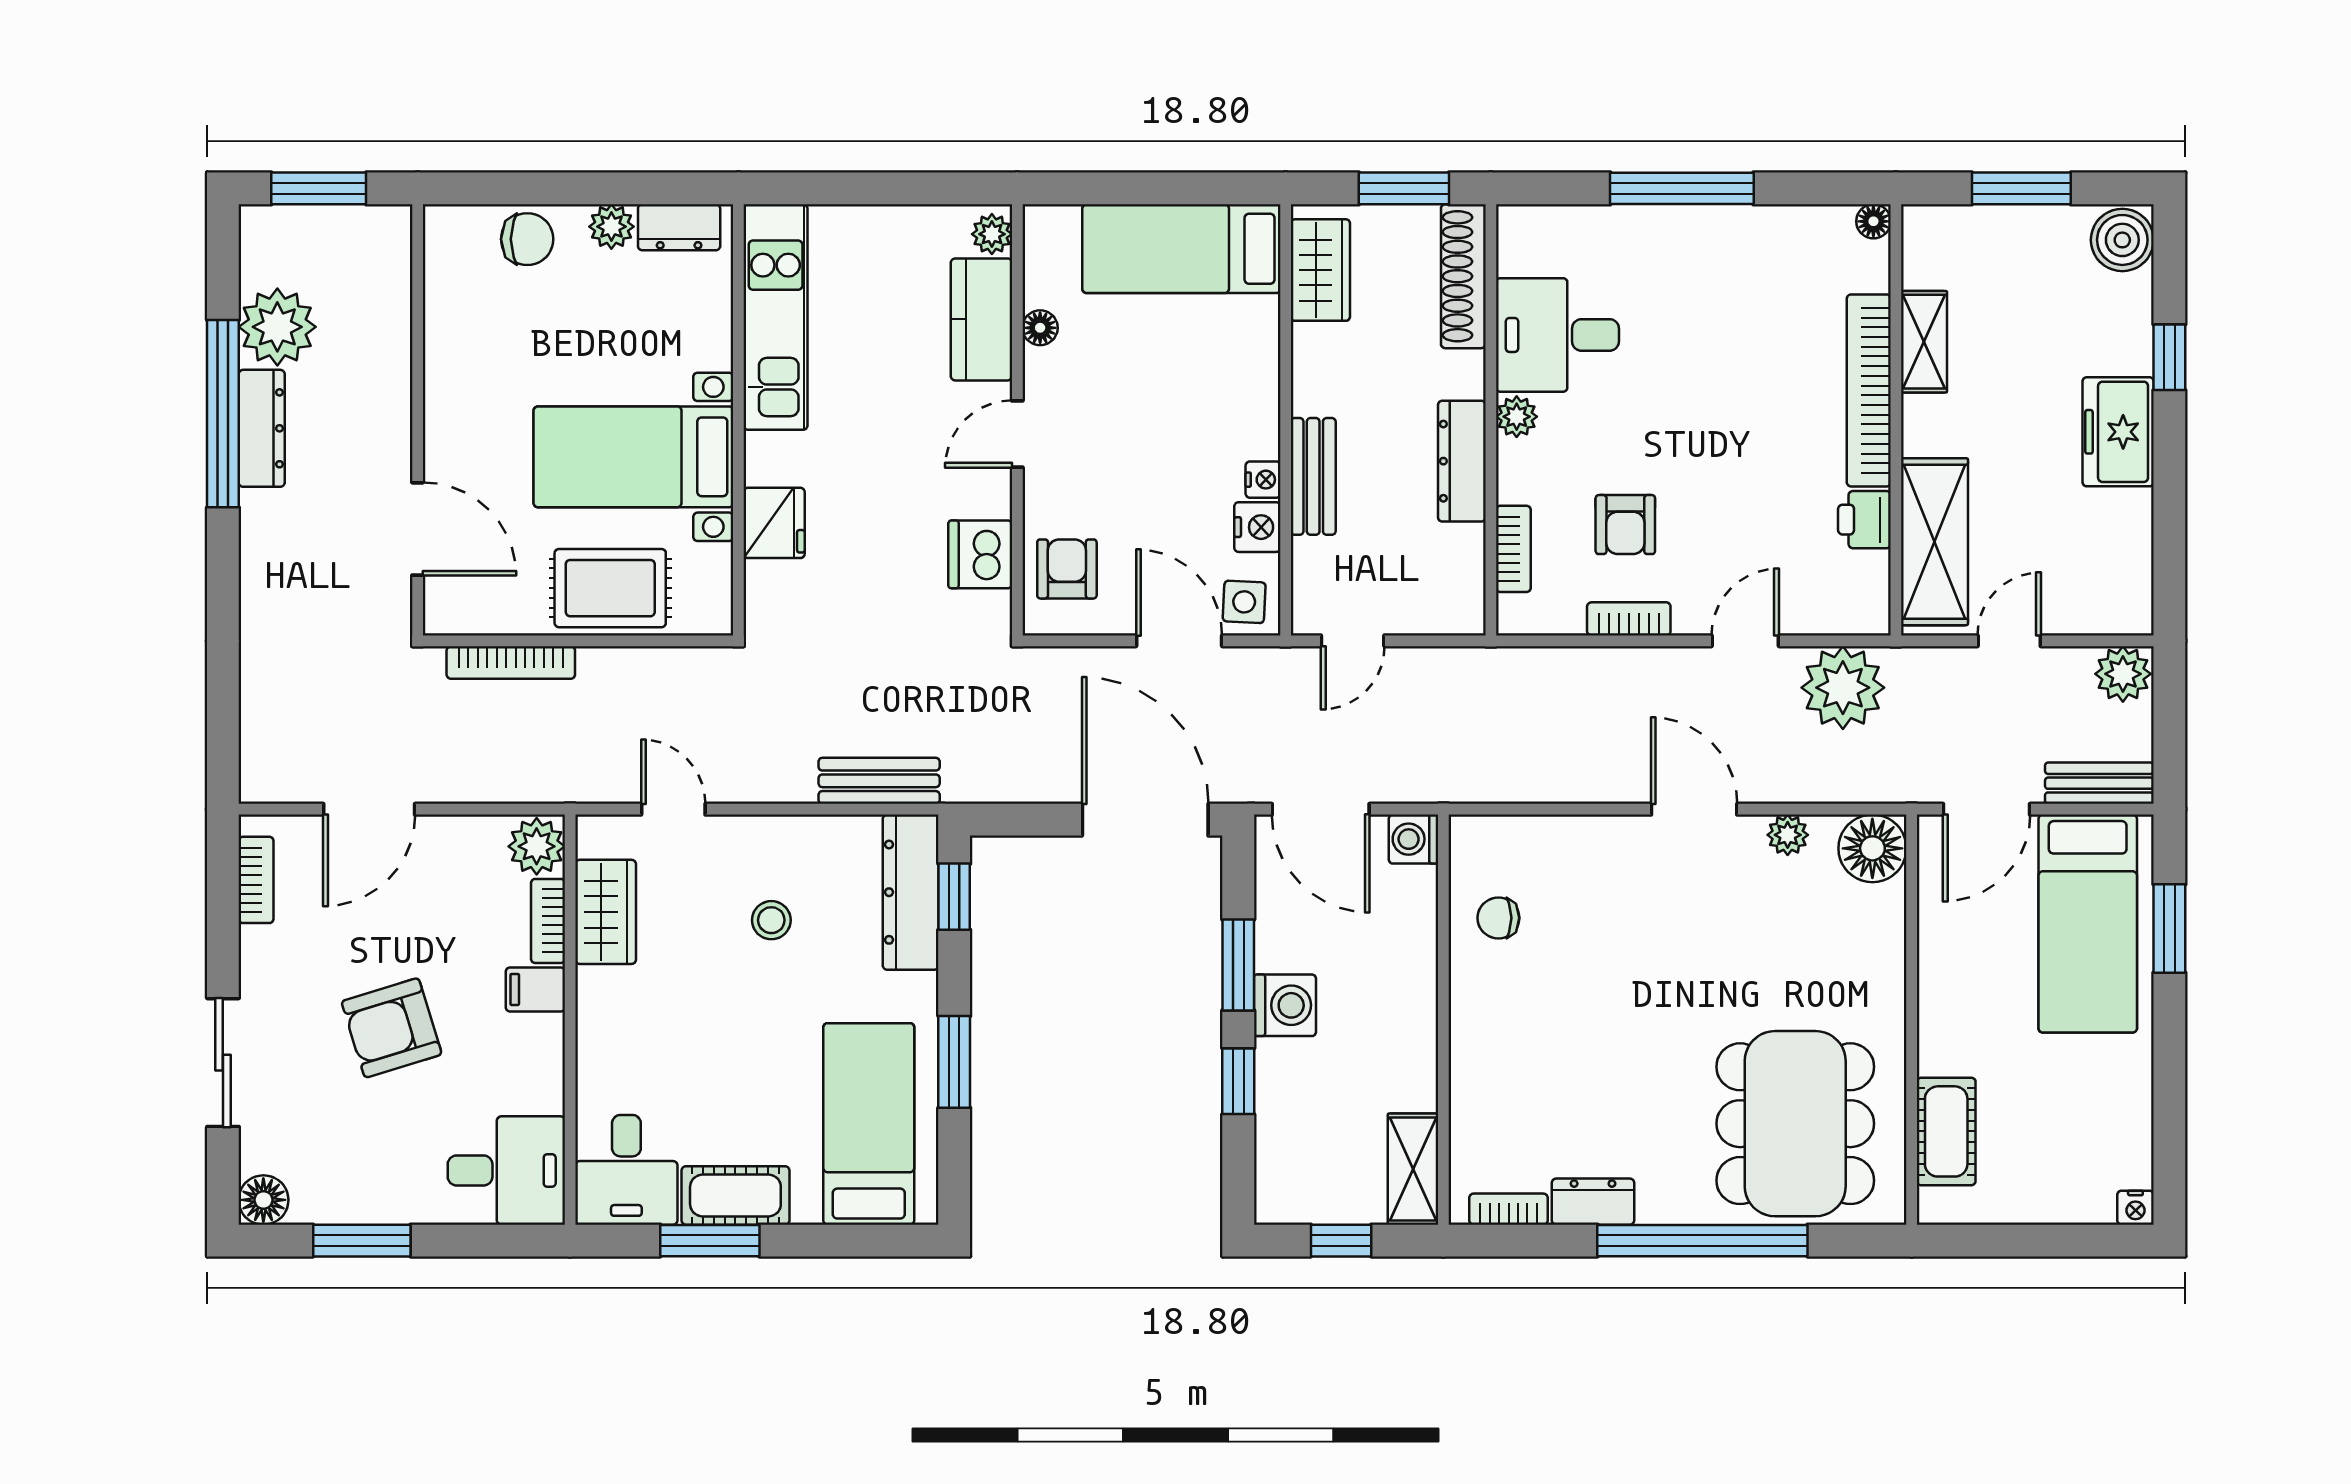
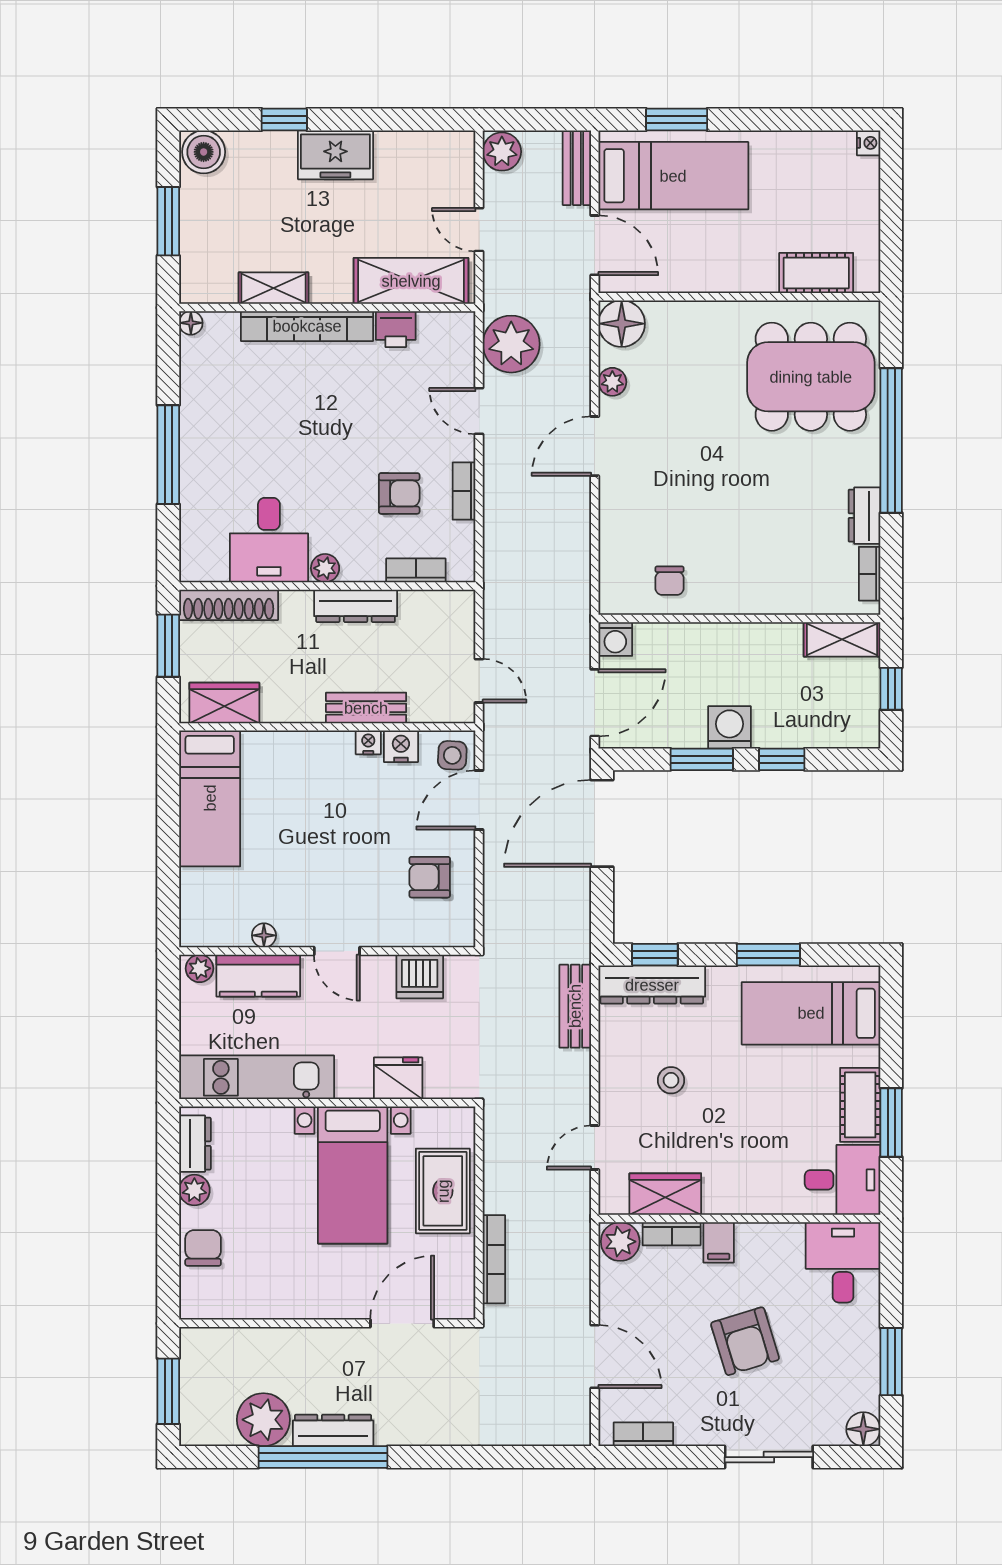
plant: (992, 234) -> (200, 968), moved
kitchen counter: (981, 319) -> (258, 976), moved
floor lamp: (1040, 328) -> (264, 935), moved
wall: (1017, 420) -> (327, 951), moved
door: (1017, 434) -> (337, 951), moved
dishwasher: (980, 554) -> (420, 976), moved

